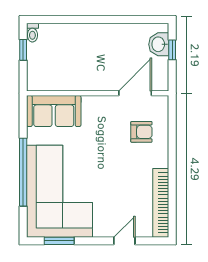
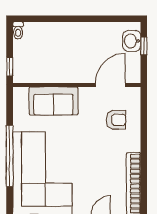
window: (23, 50) -> (10, 67), moved
sofa: (54, 111) -> (53, 101), moved

